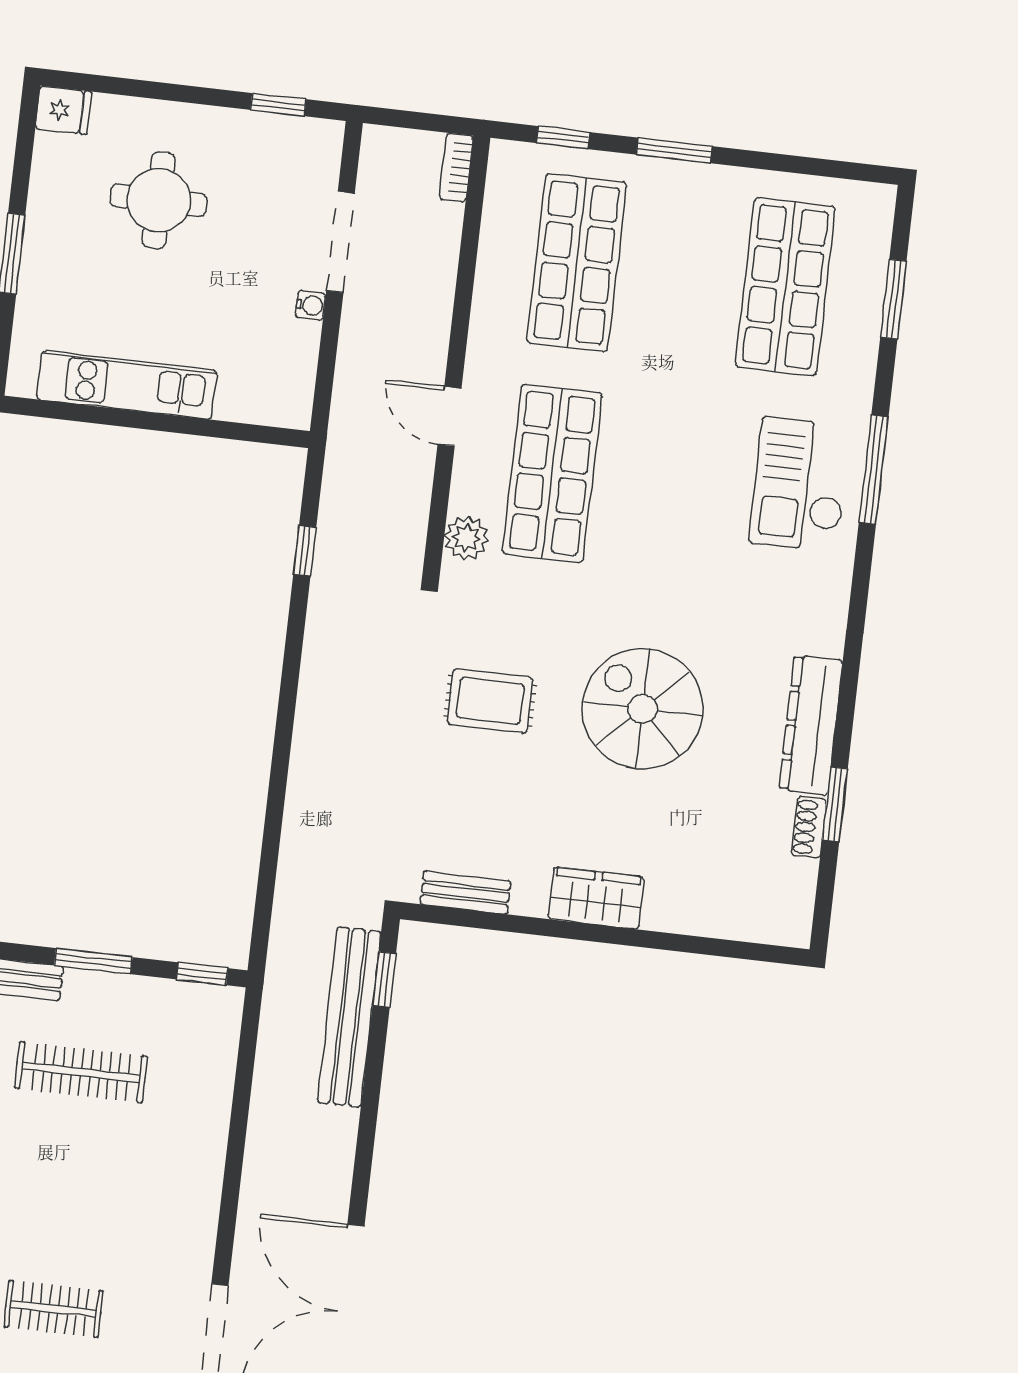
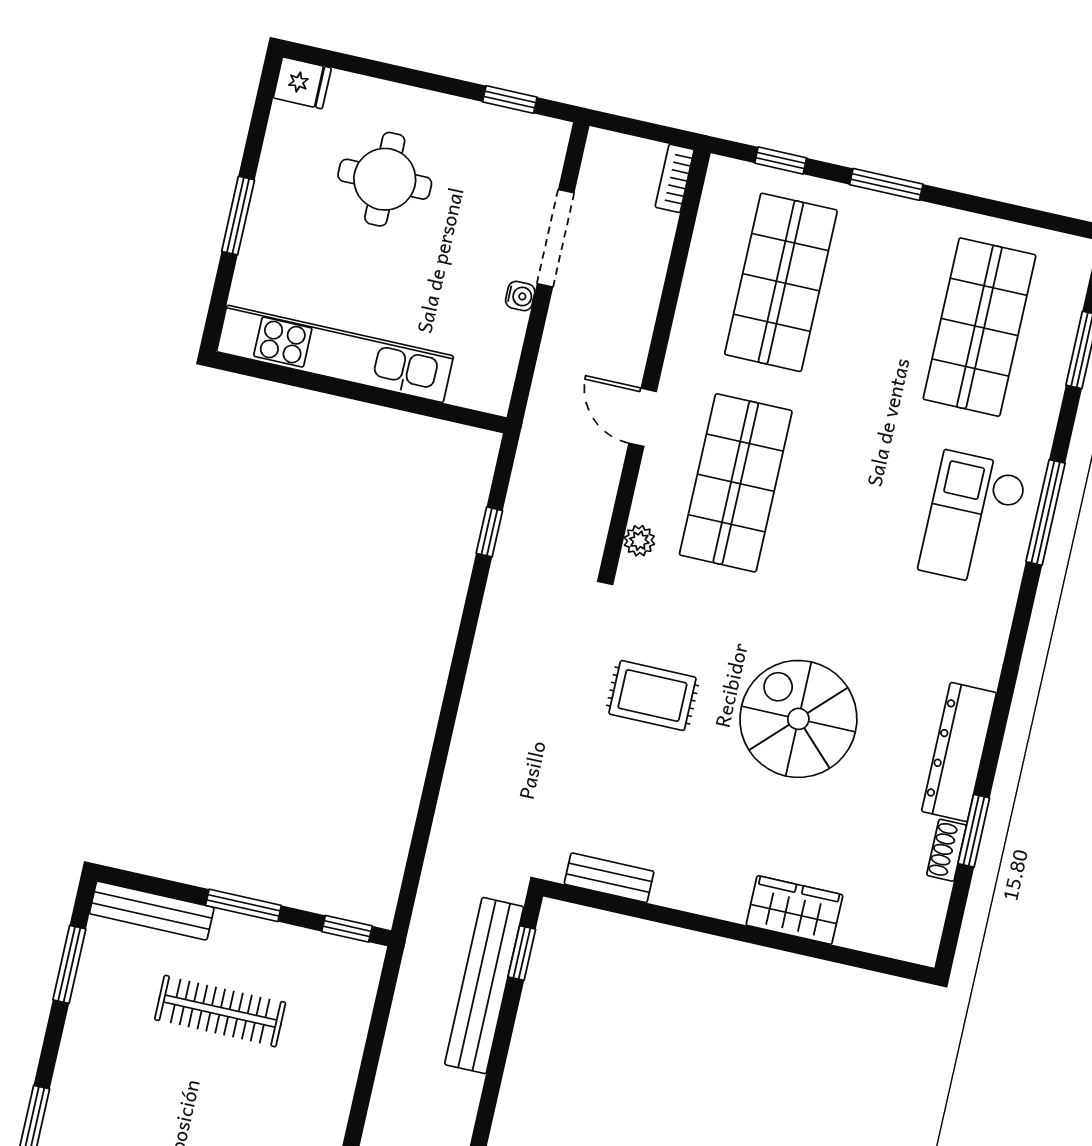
kitchen unit: (127, 385) -> (335, 354), width x1.36
plant: (466, 538) -> (639, 541), width x0.73, depth x0.73
wardrobe: (596, 898) -> (794, 910), moved

